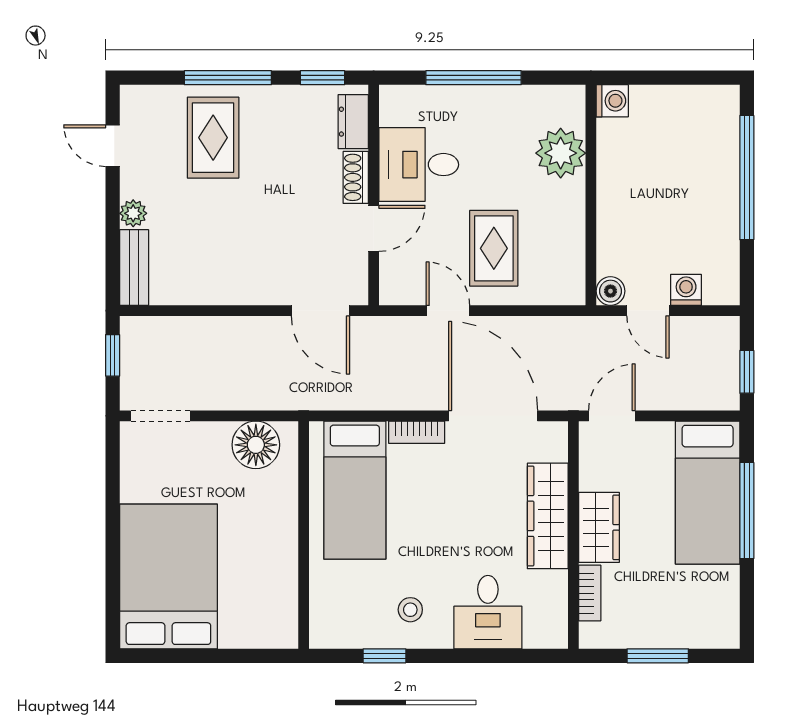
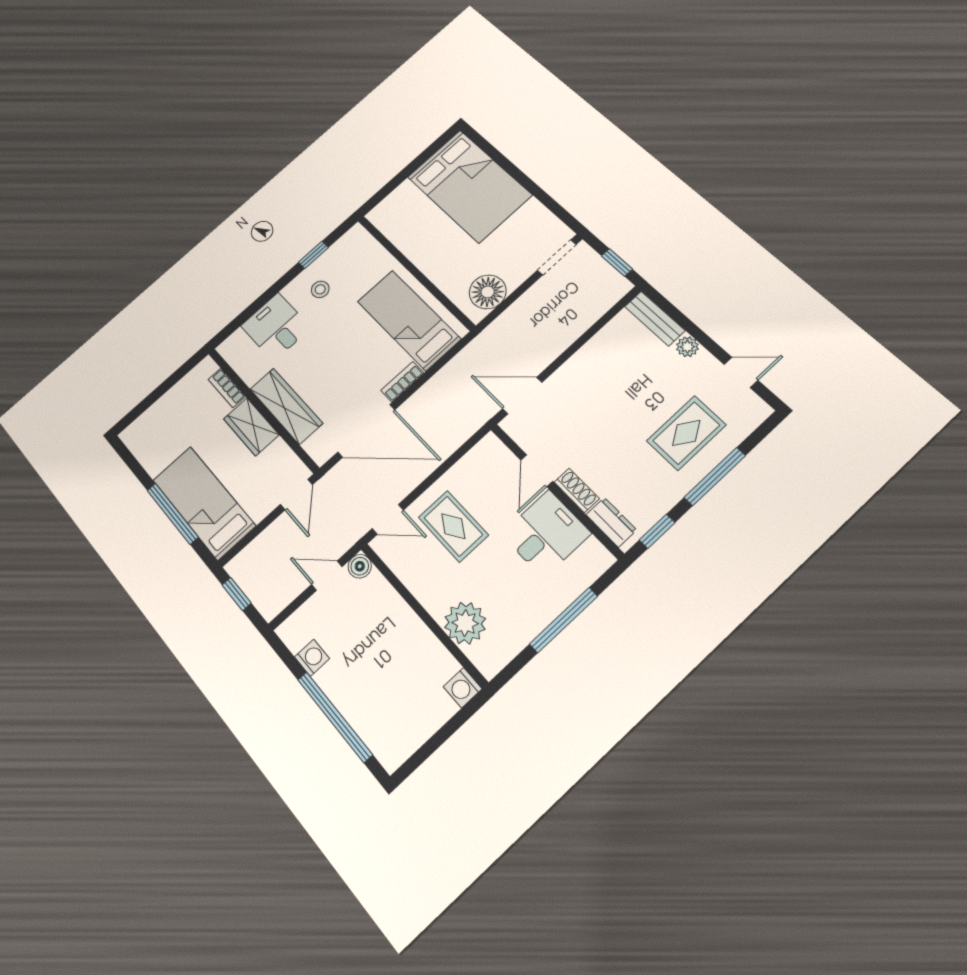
rug: (213, 138) -> (686, 433), turned 90
washing machine: (686, 290) -> (312, 658), moved, turned -90
door: (448, 311) -> (388, 519), moved
window: (658, 656) -> (161, 390), removed

